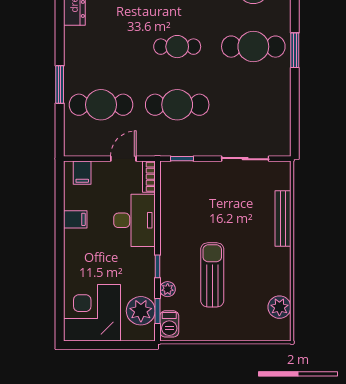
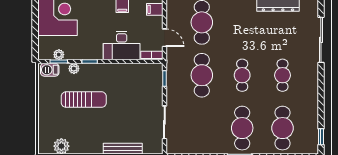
plant: (141, 311) -> (59, 55), width x0.53, depth x0.53

